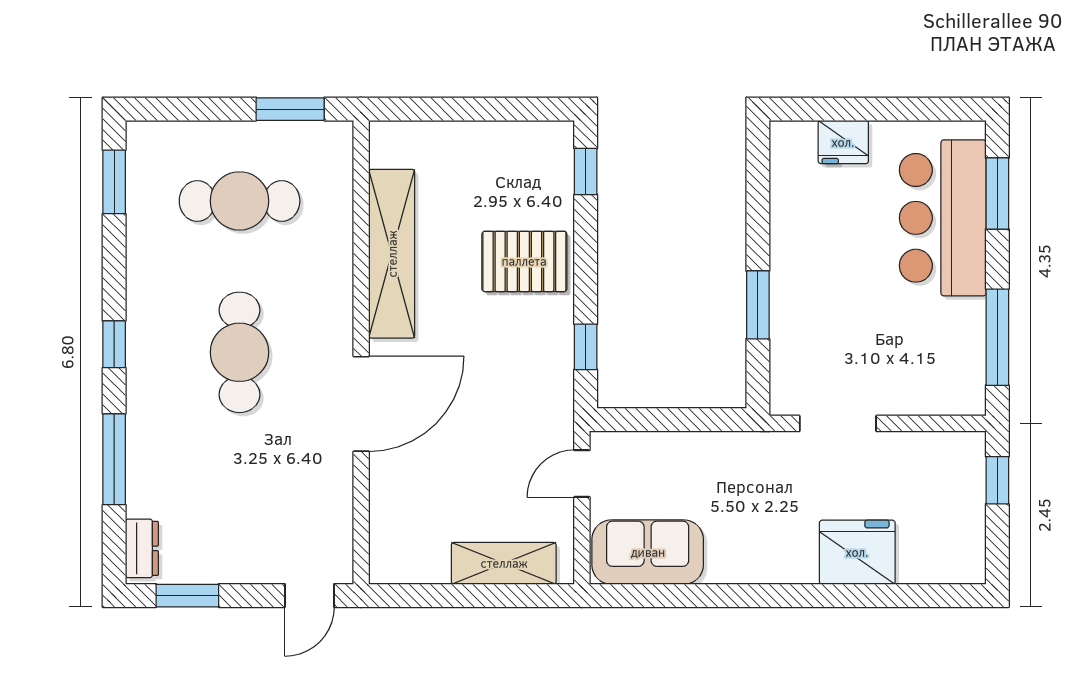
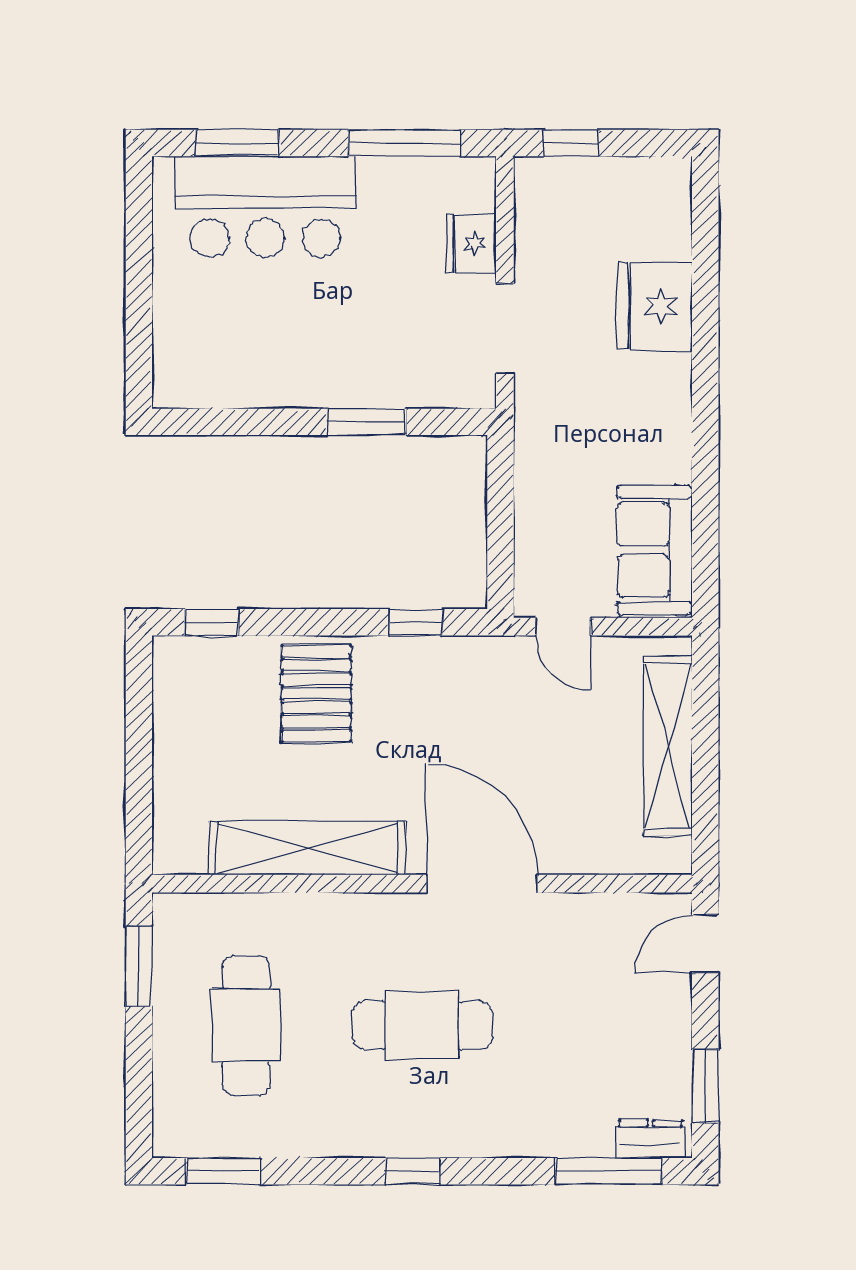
fridge: (843, 142) -> (471, 243), moved, turned 180
window: (114, 459) -> (608, 1171), moved
shelving: (504, 563) -> (668, 746), width x1.47
door: (309, 596) -> (705, 944), swing flipped

